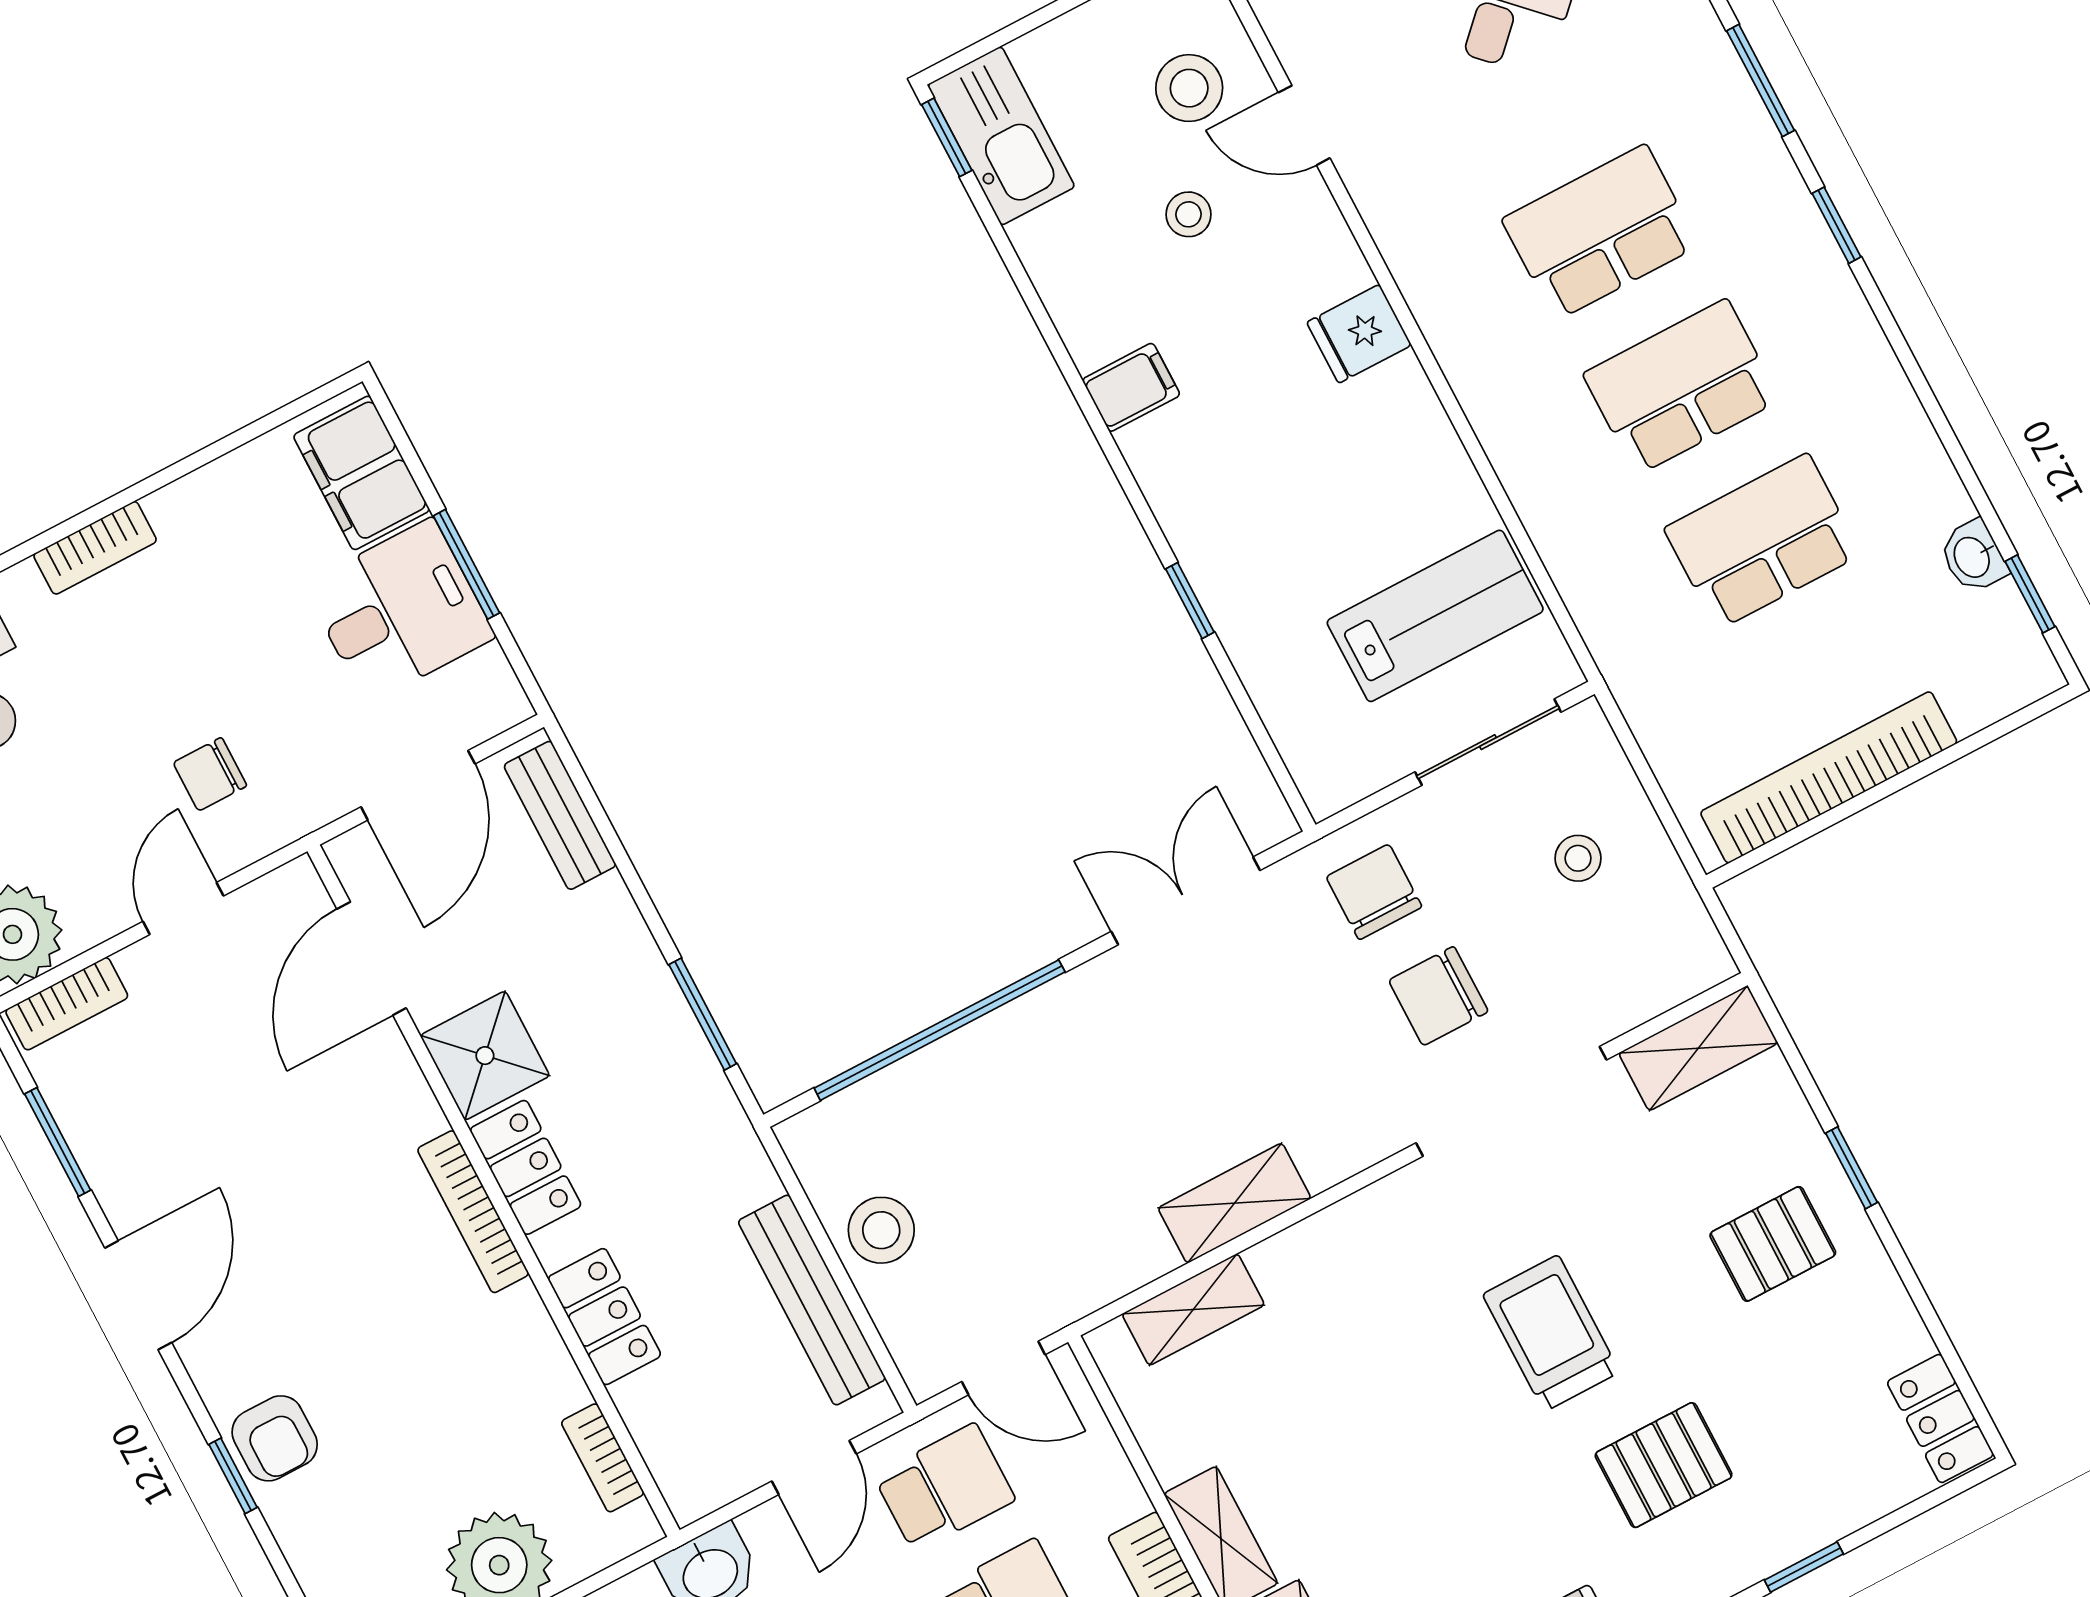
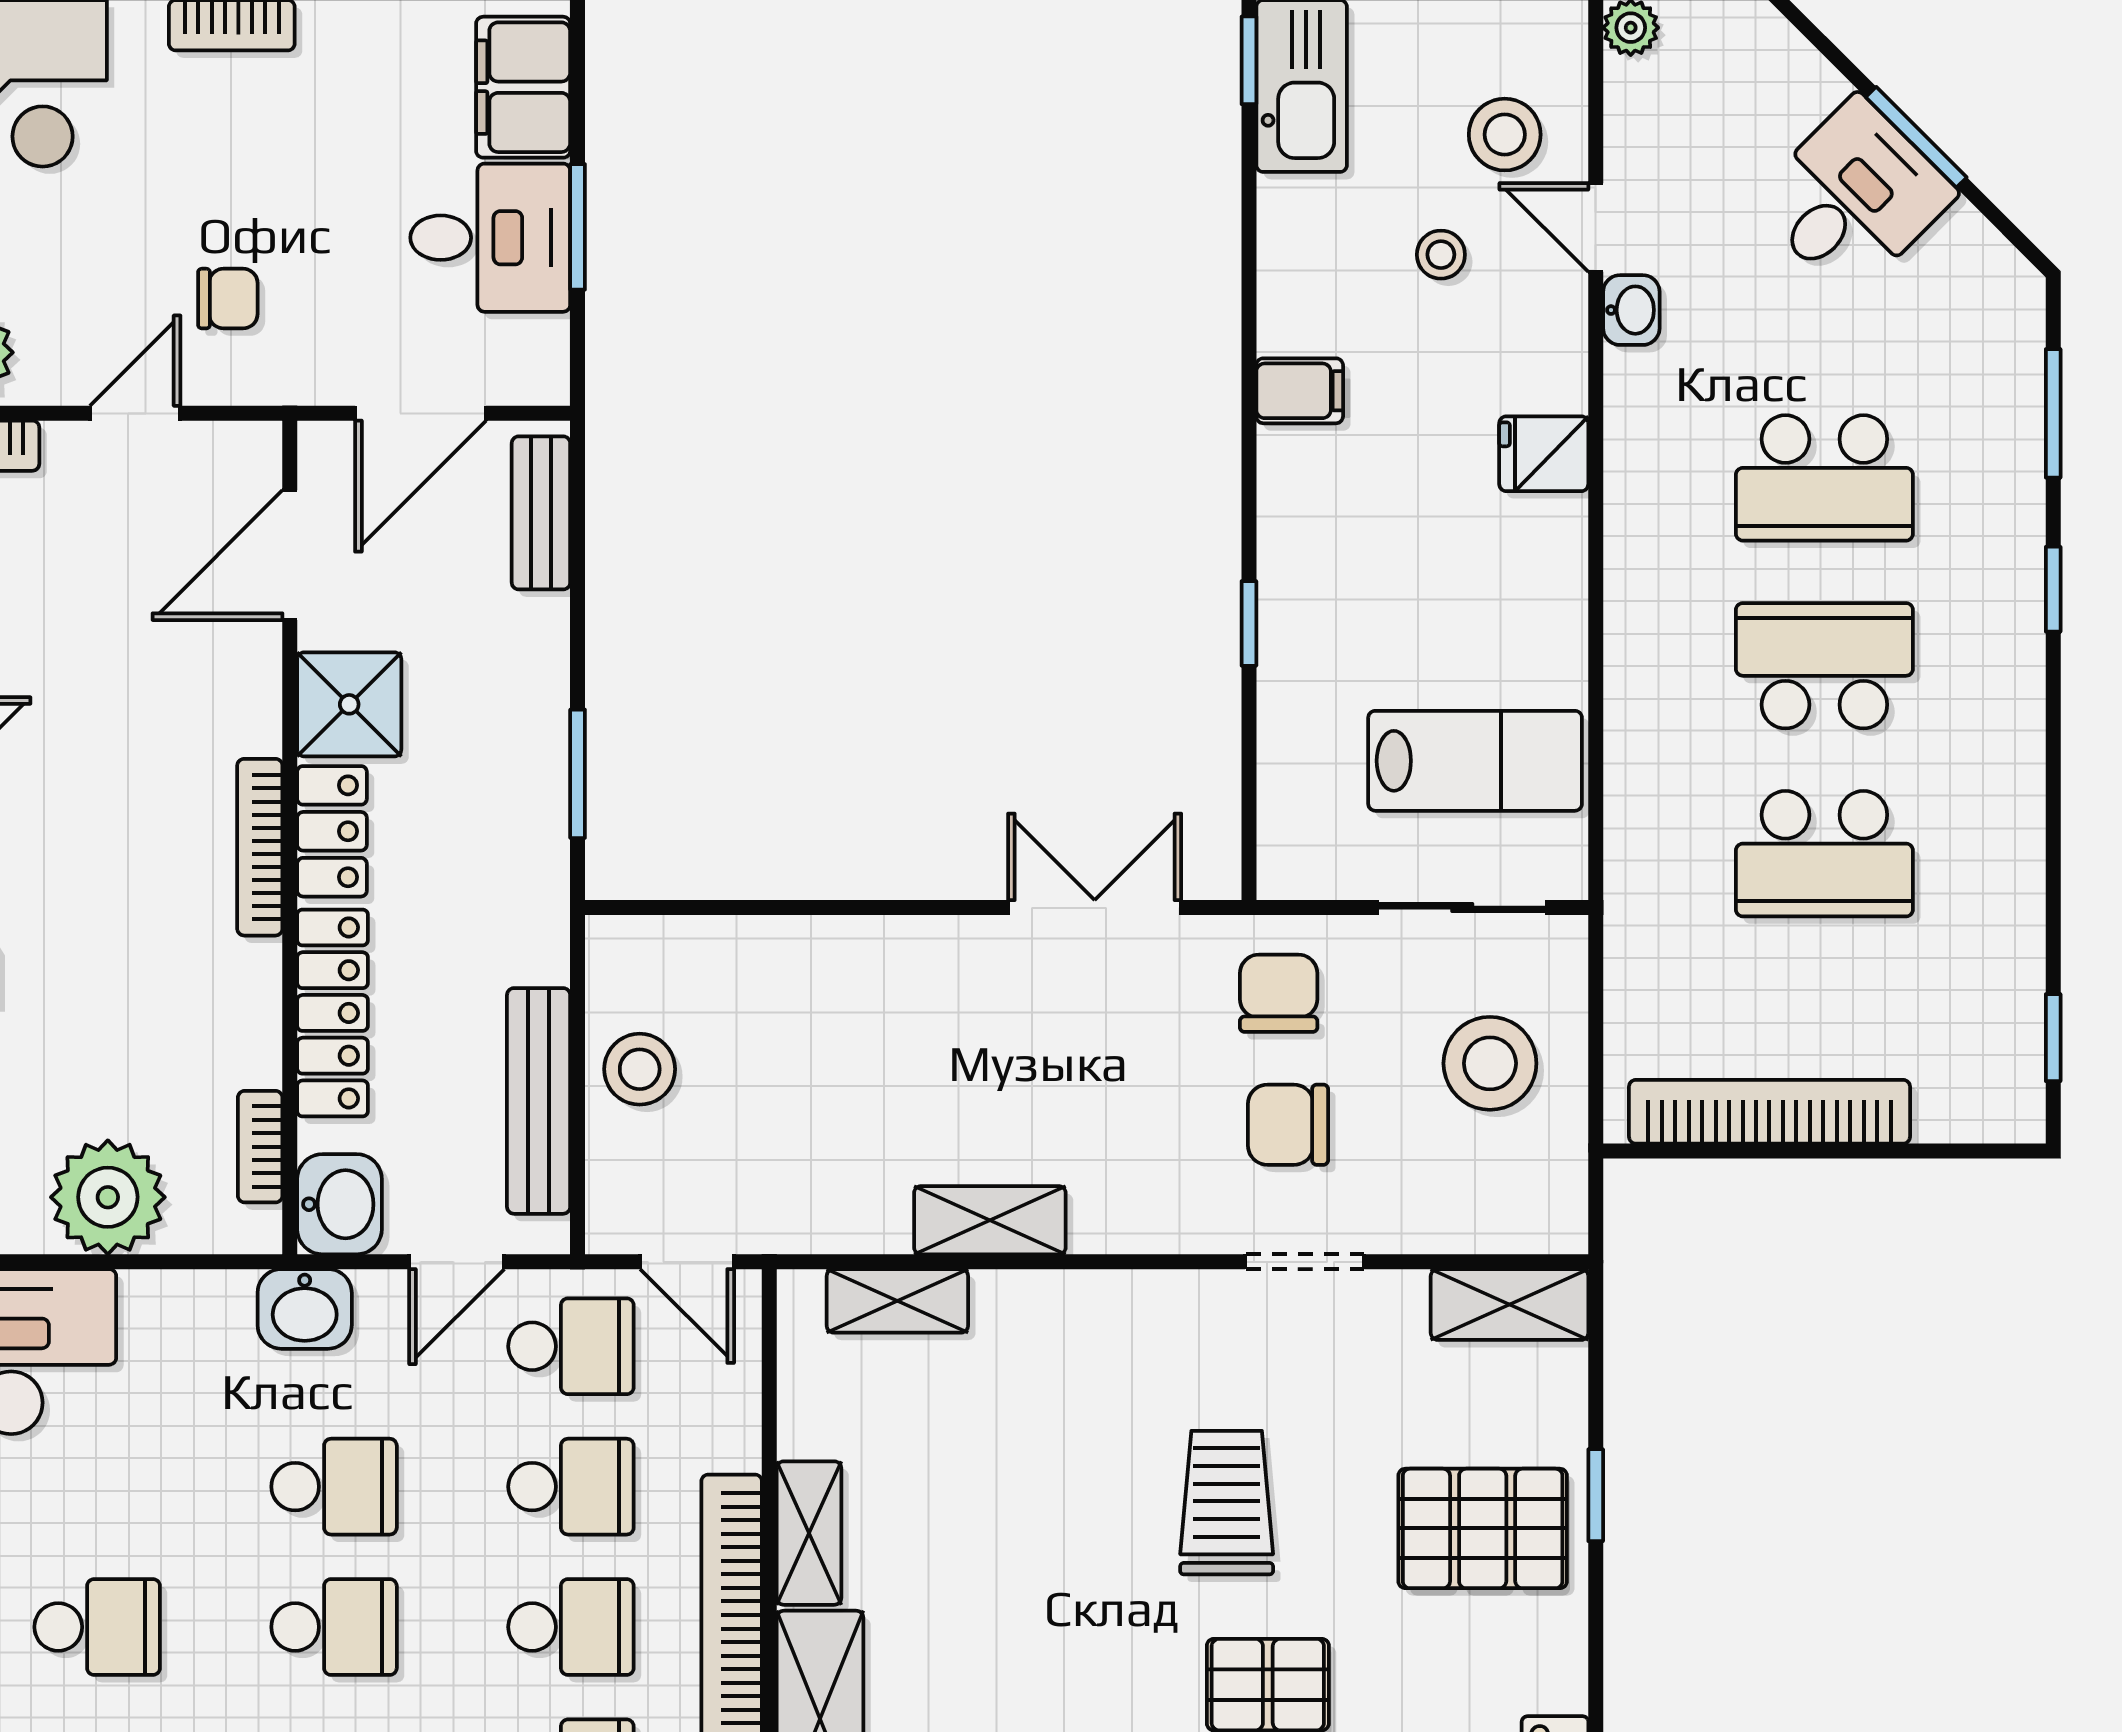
school desk: (1600, 232) -> (1824, 478), turned 180
school desk: (1763, 541) -> (1824, 854), turned 180
washbasin: (1973, 557) -> (1631, 310), moved, turned 180
chair: (210, 774) -> (228, 299), turned 180
stool: (1578, 858) -> (1490, 1063), width x1.89, depth x1.89
window: (940, 1030) -> (795, 908), removed
doorway: (1511, 1101) -> (1305, 1262), width x0.53
pallet: (1773, 1244) -> (1483, 1528), width x1.50, depth x1.42
locker: (604, 1317) -> (333, 1013), width x1.53
washbasin: (693, 1471) -> (340, 1204), added

